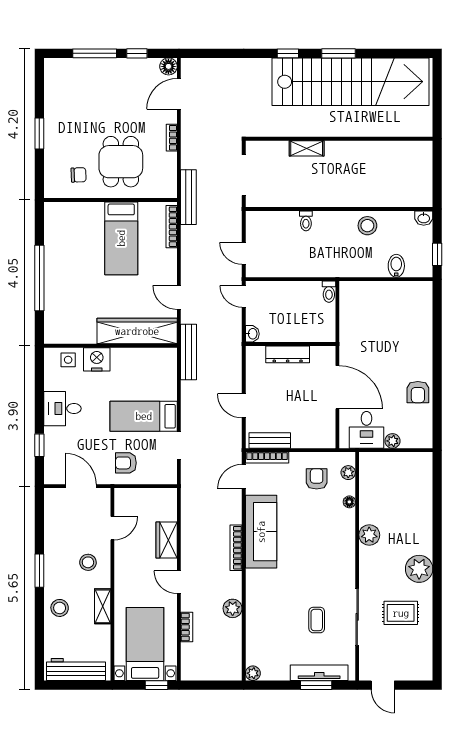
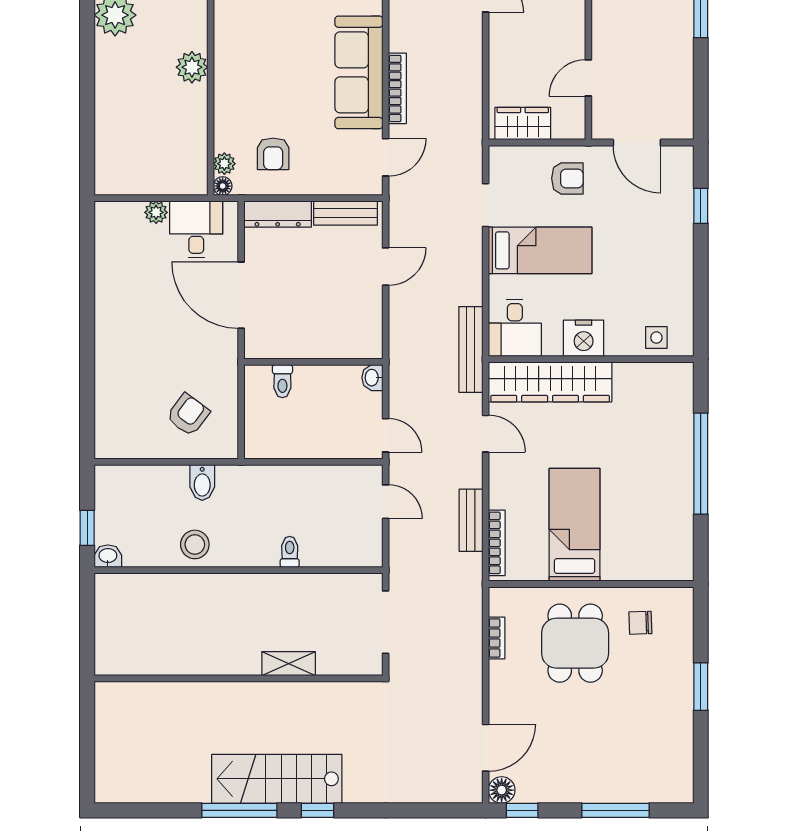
window: (137, 53) -> (522, 810), moved
window: (338, 53) -> (239, 810), width x1.44
stairs: (350, 82) -> (277, 779), width x0.54, depth x0.66
bookcase: (172, 138) -> (497, 638), moved
bench: (188, 197) -> (471, 520), moved, width x0.73
window: (437, 254) -> (87, 528), moved
bidet: (396, 266) -> (202, 482), moved
toilet: (329, 292) -> (282, 381), moved, turned 180
dresser: (288, 354) -> (278, 214), moved, turned 180
nightstand: (97, 359) -> (584, 338), moved
armchair: (418, 392) -> (188, 415), moved, turned 37
door: (244, 406) -> (386, 267), hinge flipped
desk: (62, 409) -> (515, 328), moved, turned 90
bookcase: (267, 458) -> (350, 187), removed
floor lamp: (349, 502) -> (223, 186), moved
wardrobe: (167, 540) -> (523, 124), moved, turned -90
bookcase: (236, 548) -> (397, 88), moved
stool: (88, 562) -> (626, 25), removed

